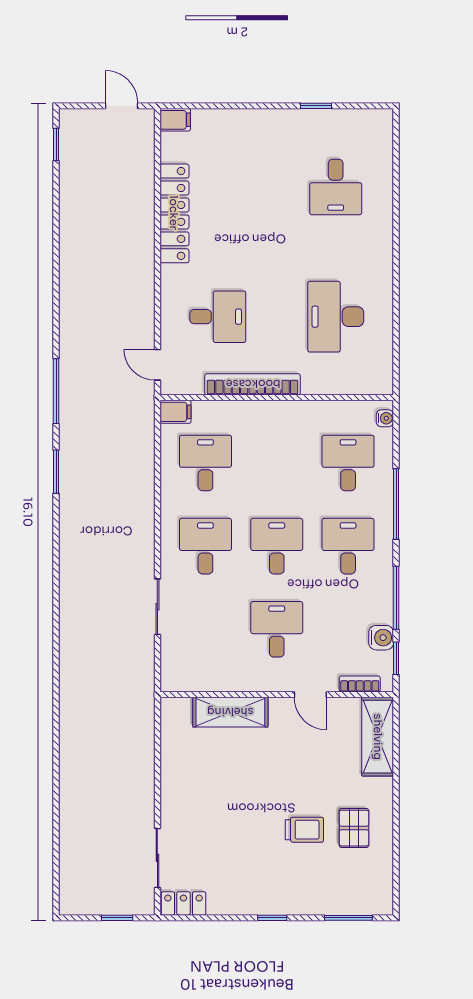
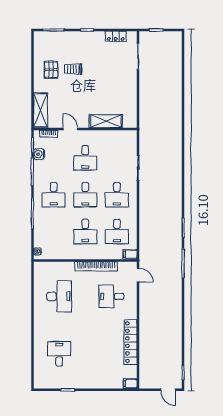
door: (121, 106) -> (168, 390), moved
desk: (348, 463) -> (85, 232), moved
locker: (183, 903) -> (116, 36), moved

